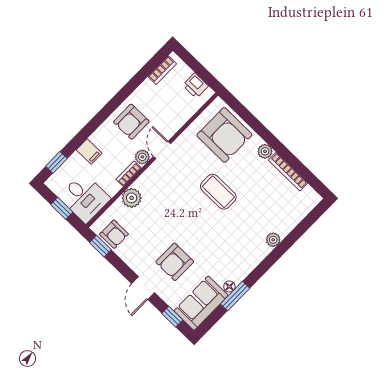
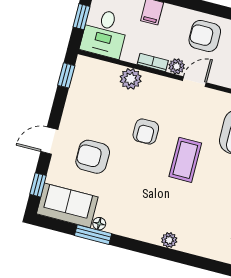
armchair: (114, 234) -> (146, 132), moved

